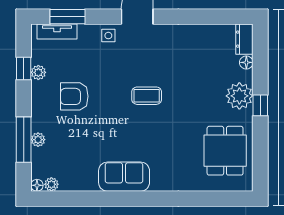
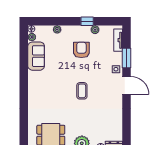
window: (68, 17) -> (127, 58), moved
window: (24, 68) -> (87, 21), moved
window: (24, 140) -> (57, 21), removed
sofa: (124, 177) -> (36, 56), moved

